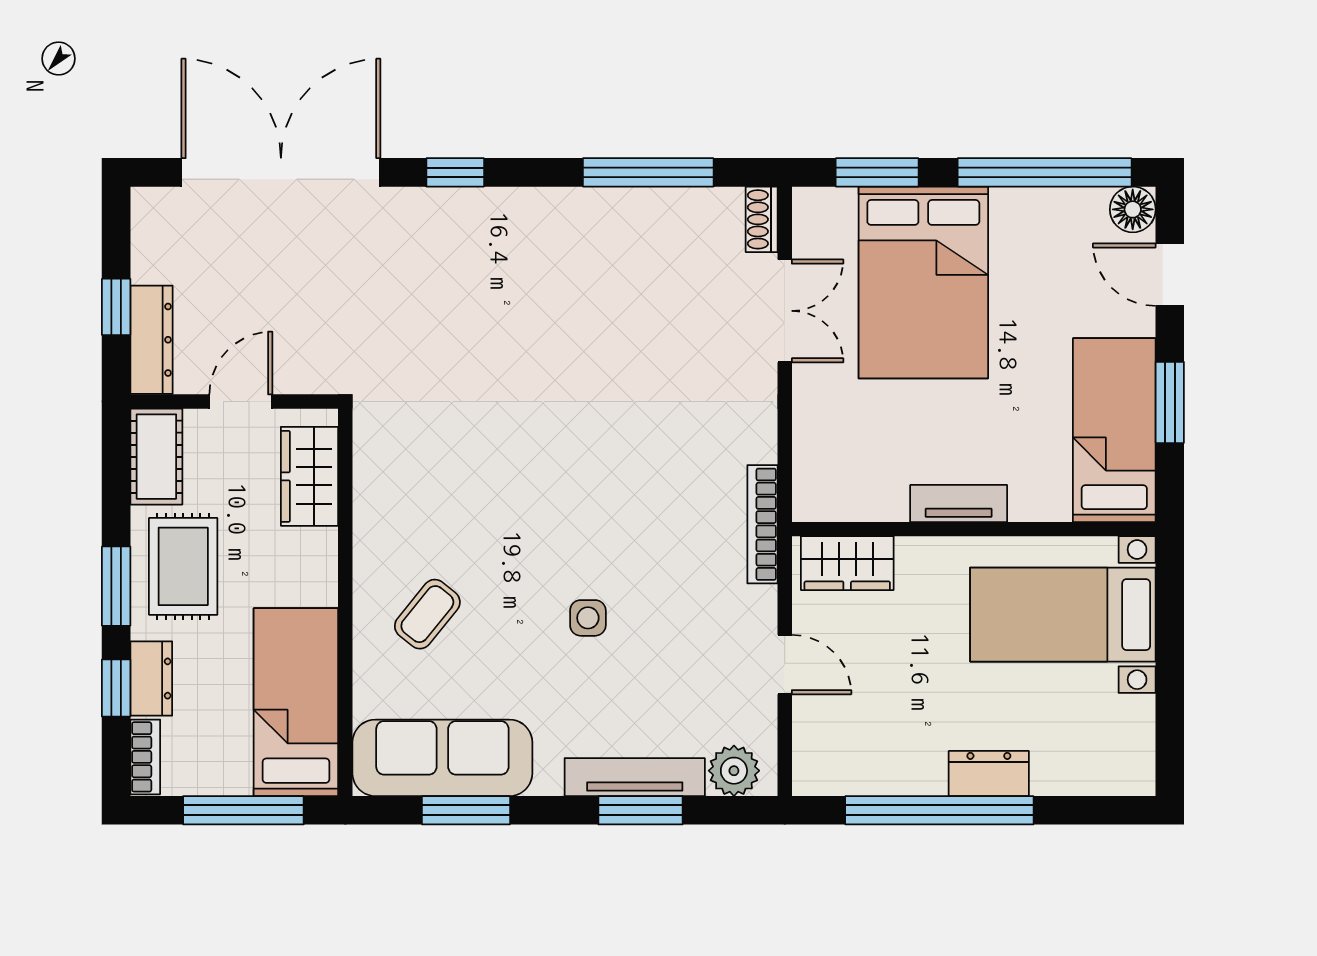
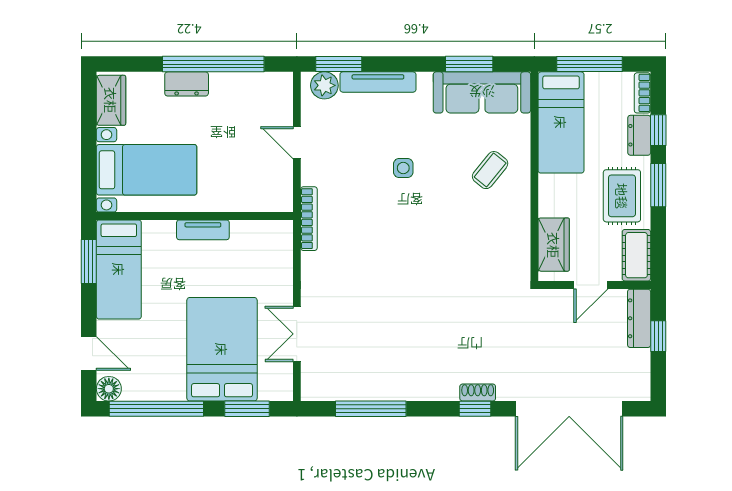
shoe rack: (762, 219) -> (478, 392), moved, turned -90
window: (1170, 402) -> (89, 261), moved
wardrobe: (847, 563) -> (111, 100), moved, turned 90
window: (640, 810) -> (339, 64), moved

